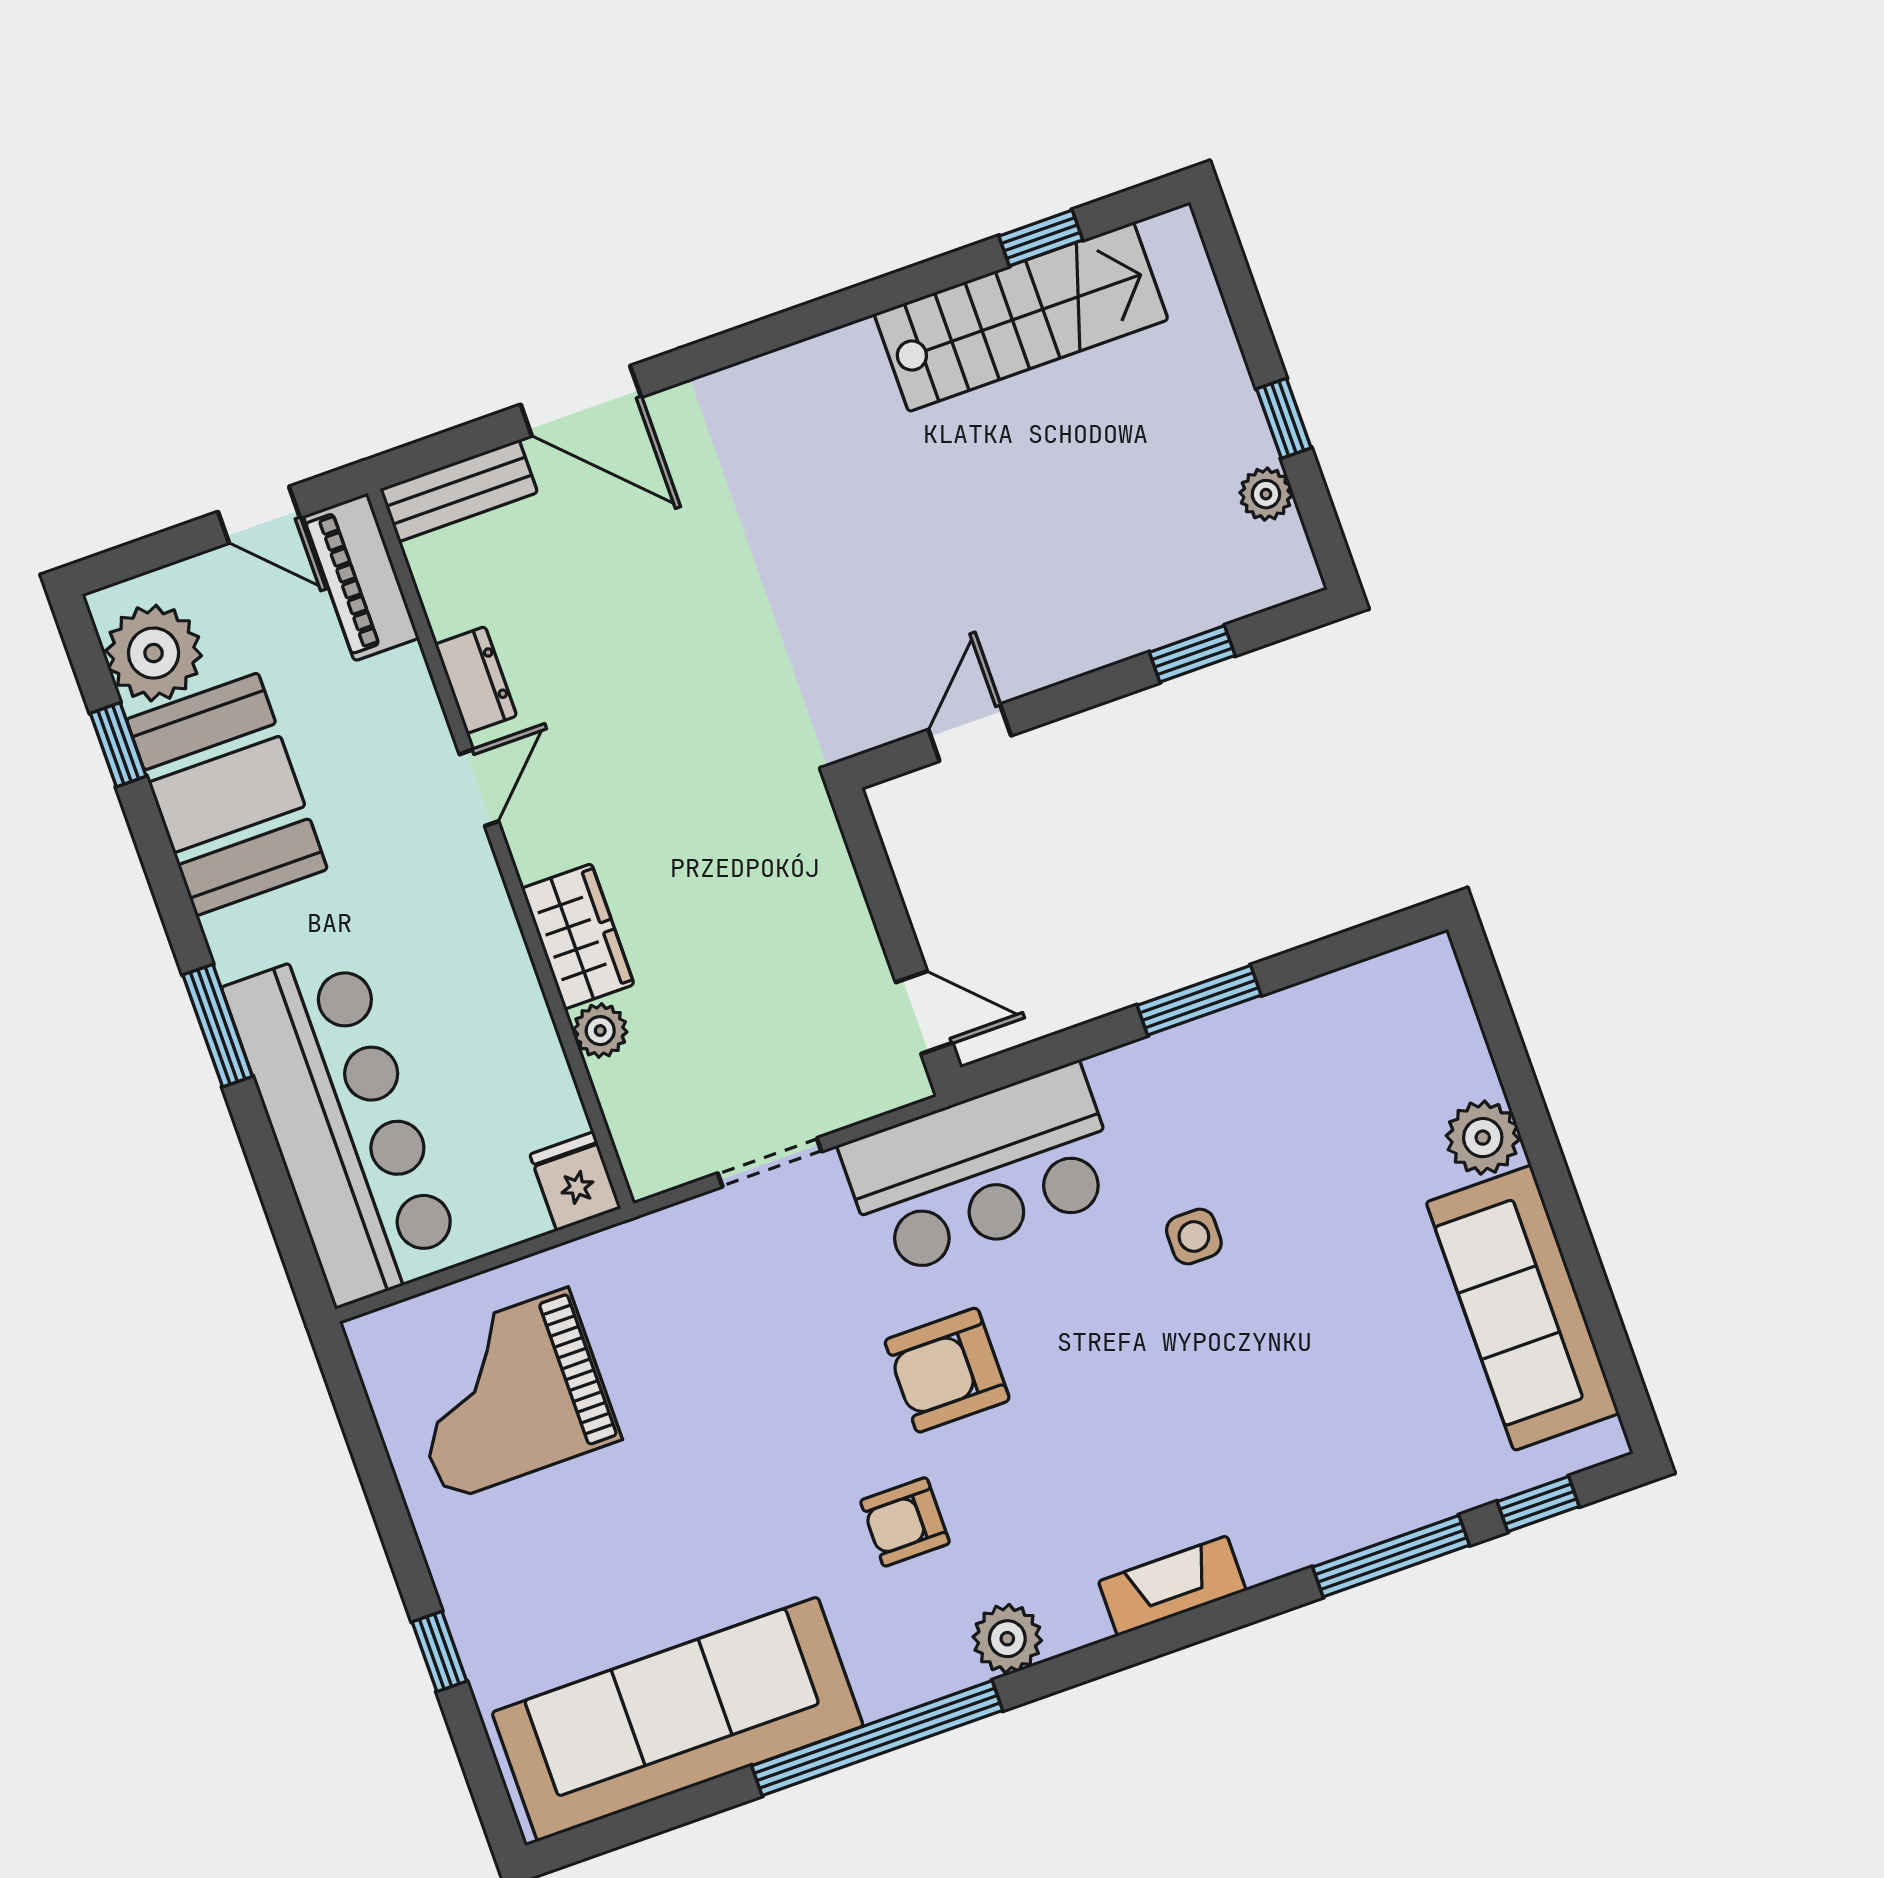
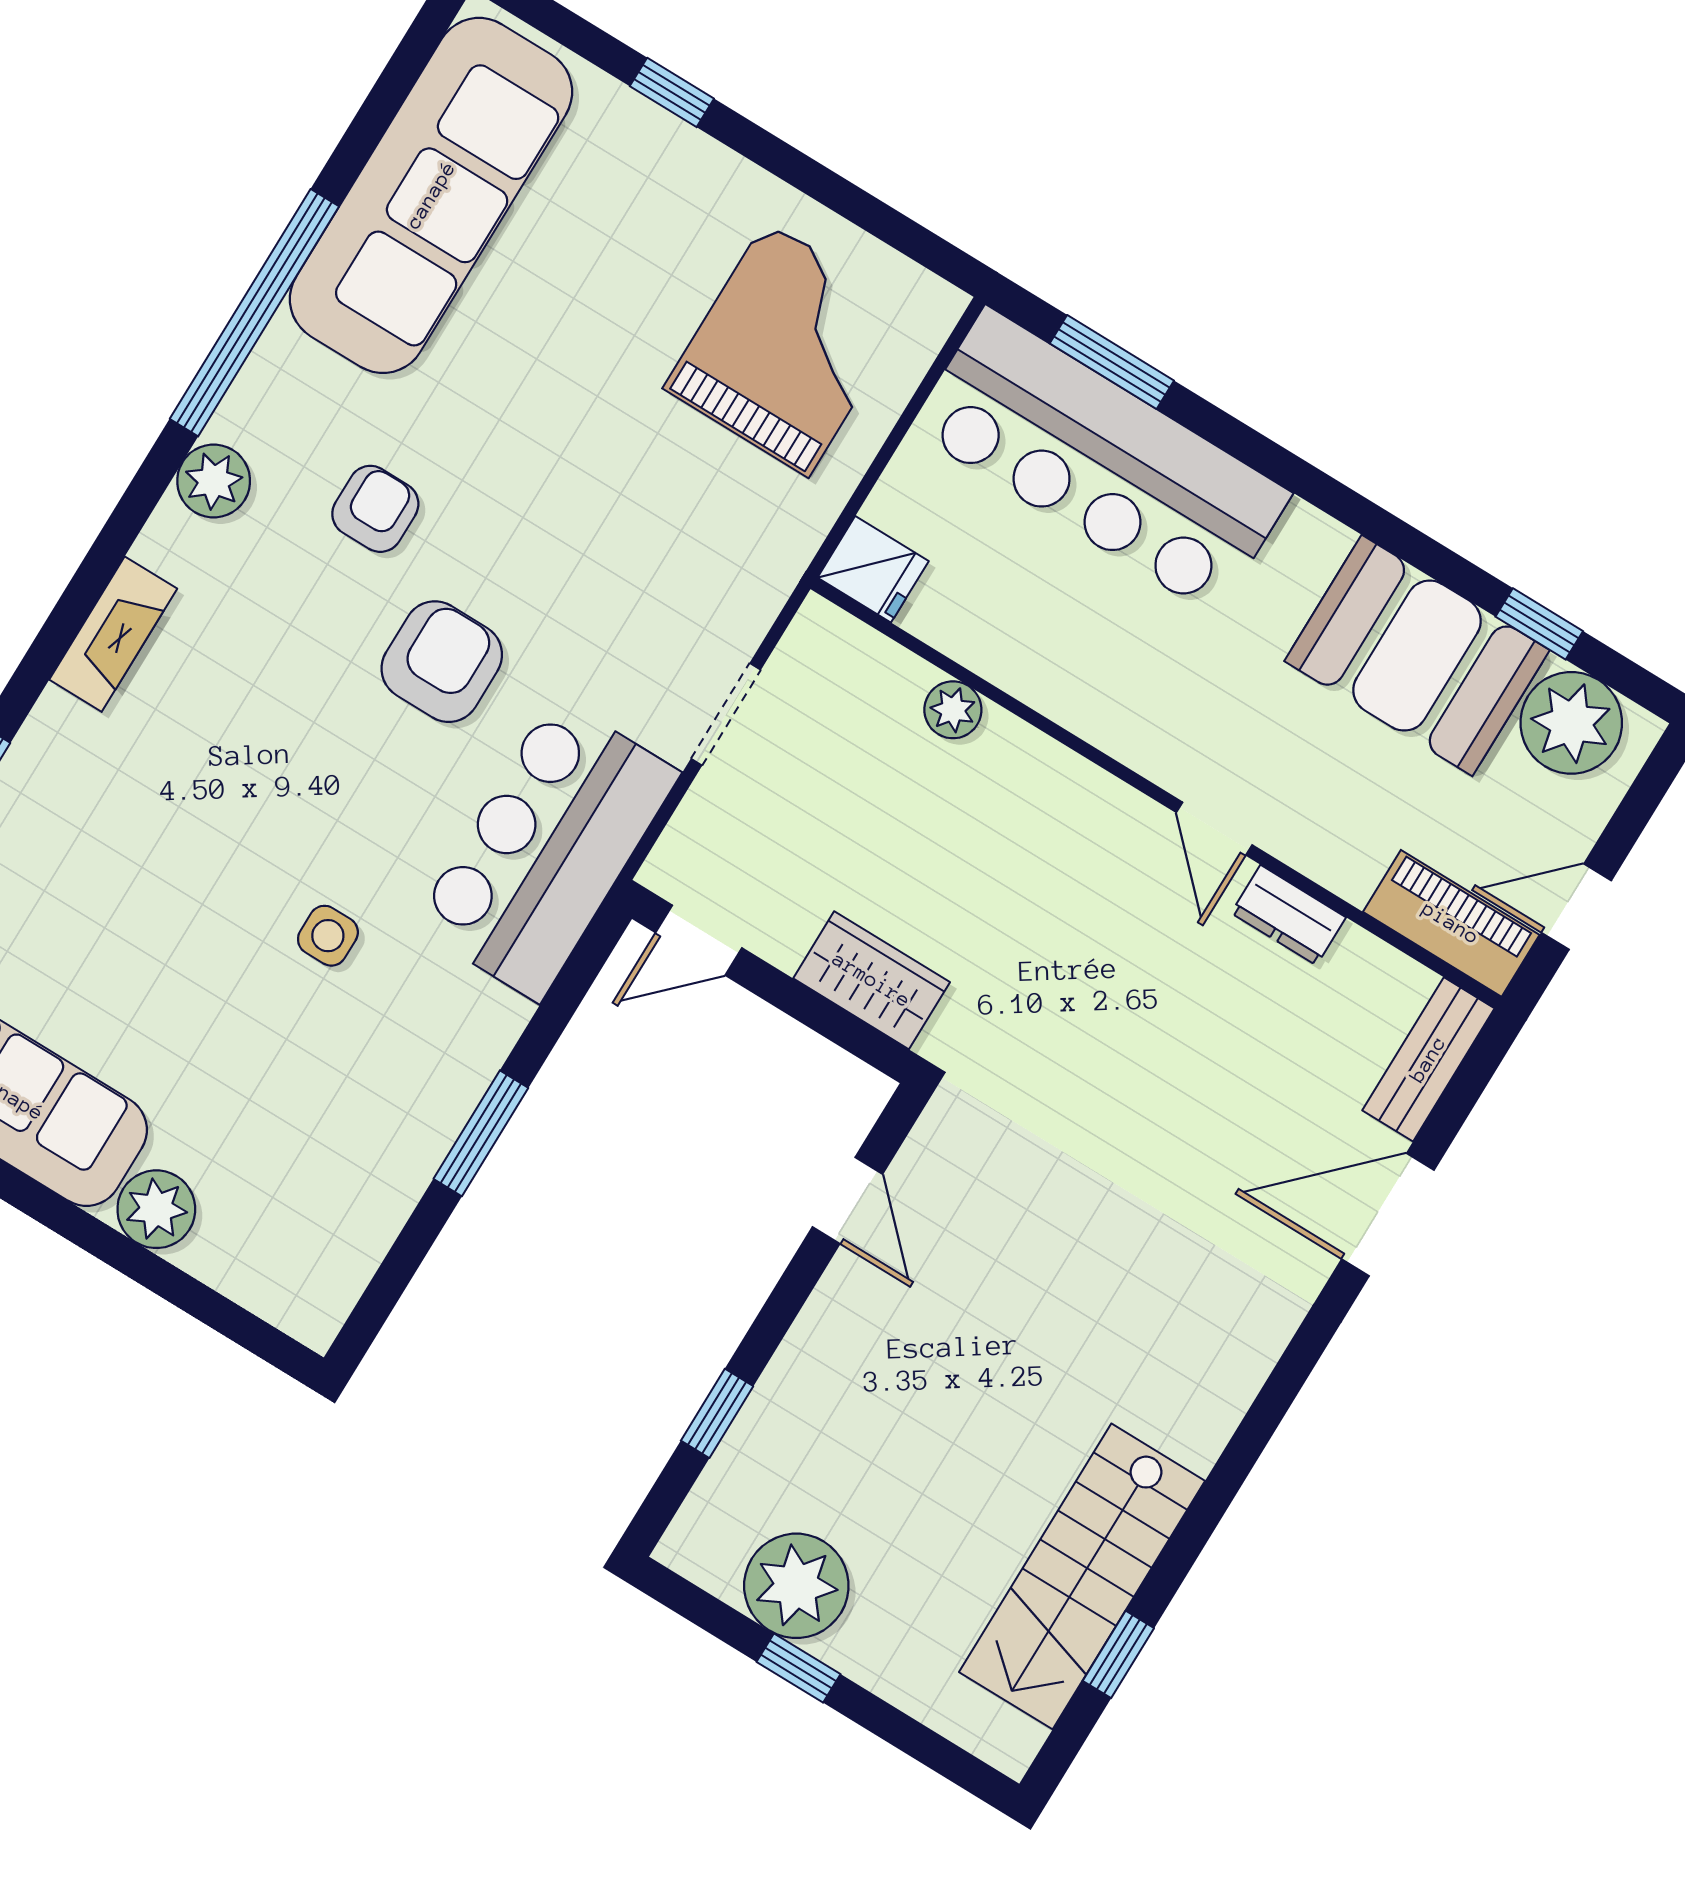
plant: (1266, 494) -> (796, 1586), width x1.88, depth x1.88
wardrobe: (578, 936) -> (872, 980), moved, turned 180
window: (218, 1026) -> (1112, 362), moved

